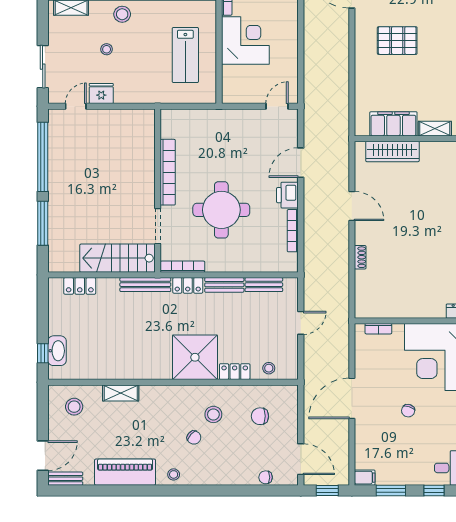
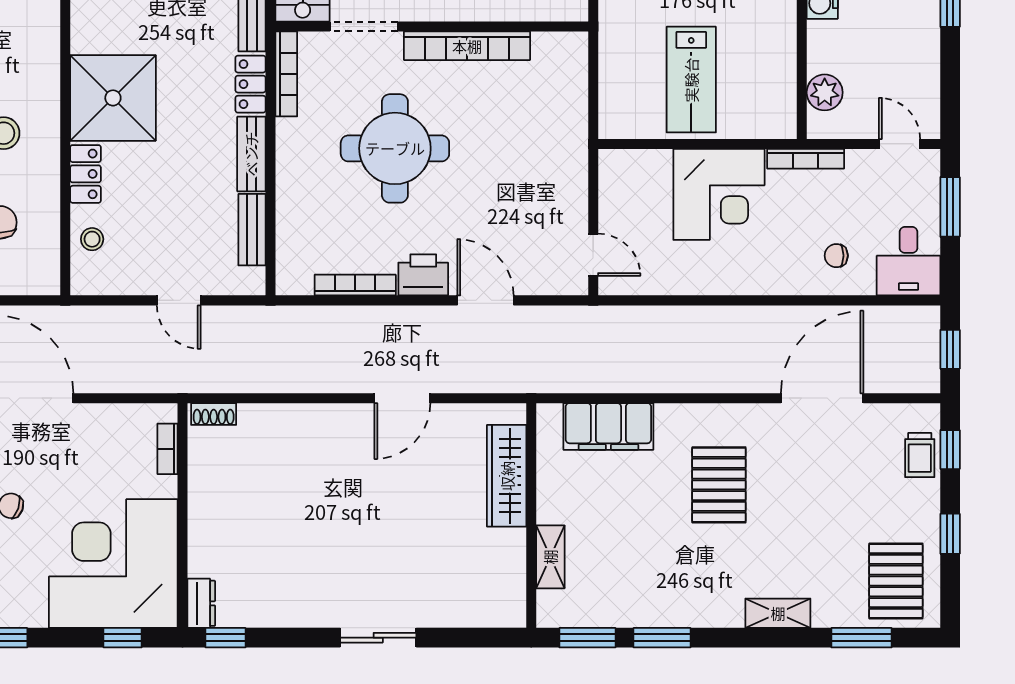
lab bench: (185, 55) -> (691, 80), turned -90
filing cabinet: (393, 124) -> (608, 426), moved, turned 90
shoe rack: (360, 257) -> (214, 414), moved

